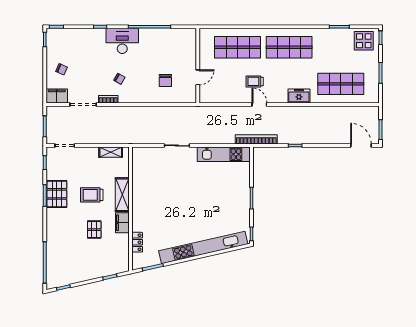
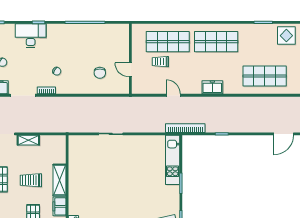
desk: (122, 41) -> (31, 36), moved
door: (198, 77) -> (130, 70), swing flipped
trolley: (255, 81) -> (160, 62), moved
freezer: (299, 96) -> (212, 87), moved
door: (259, 104) -> (173, 95), moved
door: (361, 146) -> (284, 134), swing flipped
shelving: (111, 152) -> (28, 140), moved
kitchen unit: (224, 154) -> (173, 160), moved, turned 90

